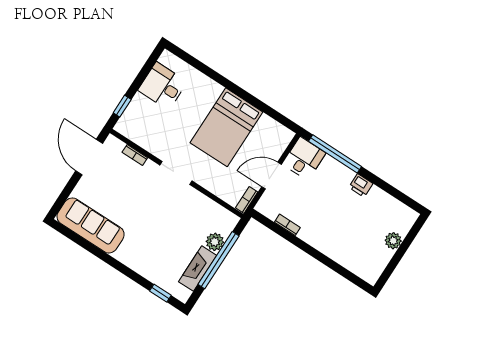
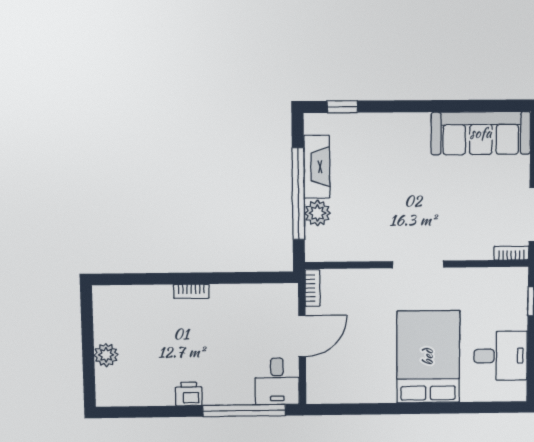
bed: (226, 127) -> (428, 357), moved
bookcase: (135, 155) -> (511, 253), moved
bookcase: (287, 225) -> (191, 291), moved

